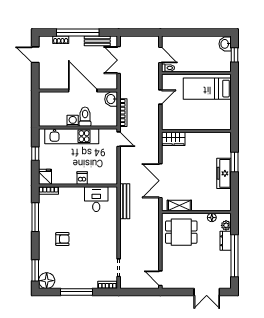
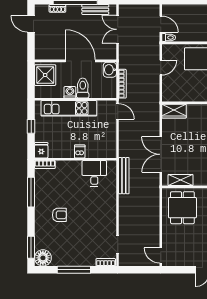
shower: (49, 104) -> (45, 75), added
dining table: (181, 232) -> (182, 208), turned 90

